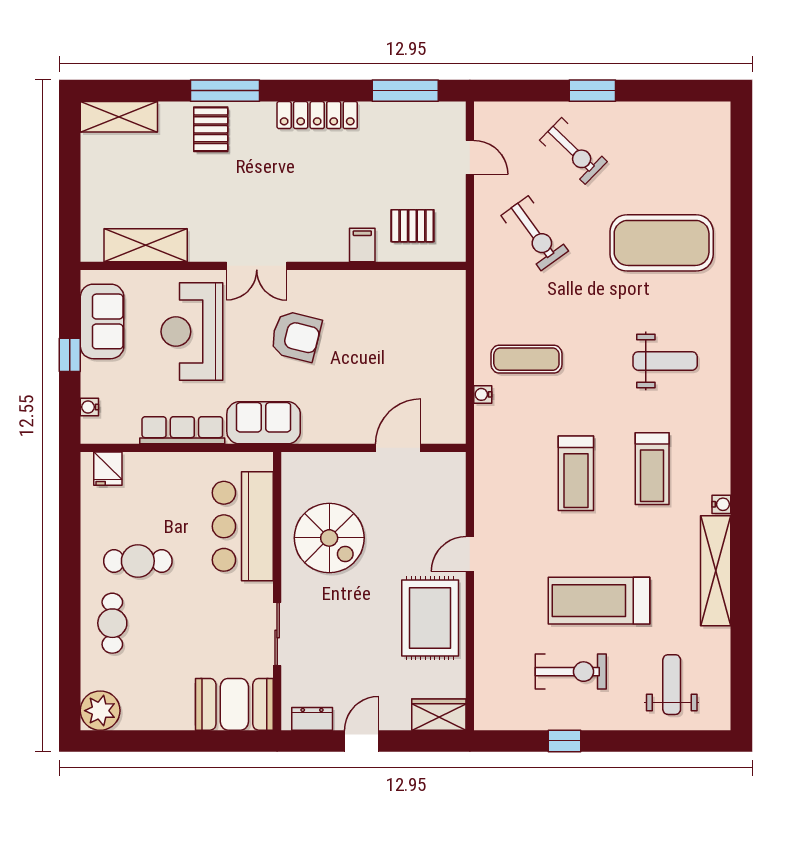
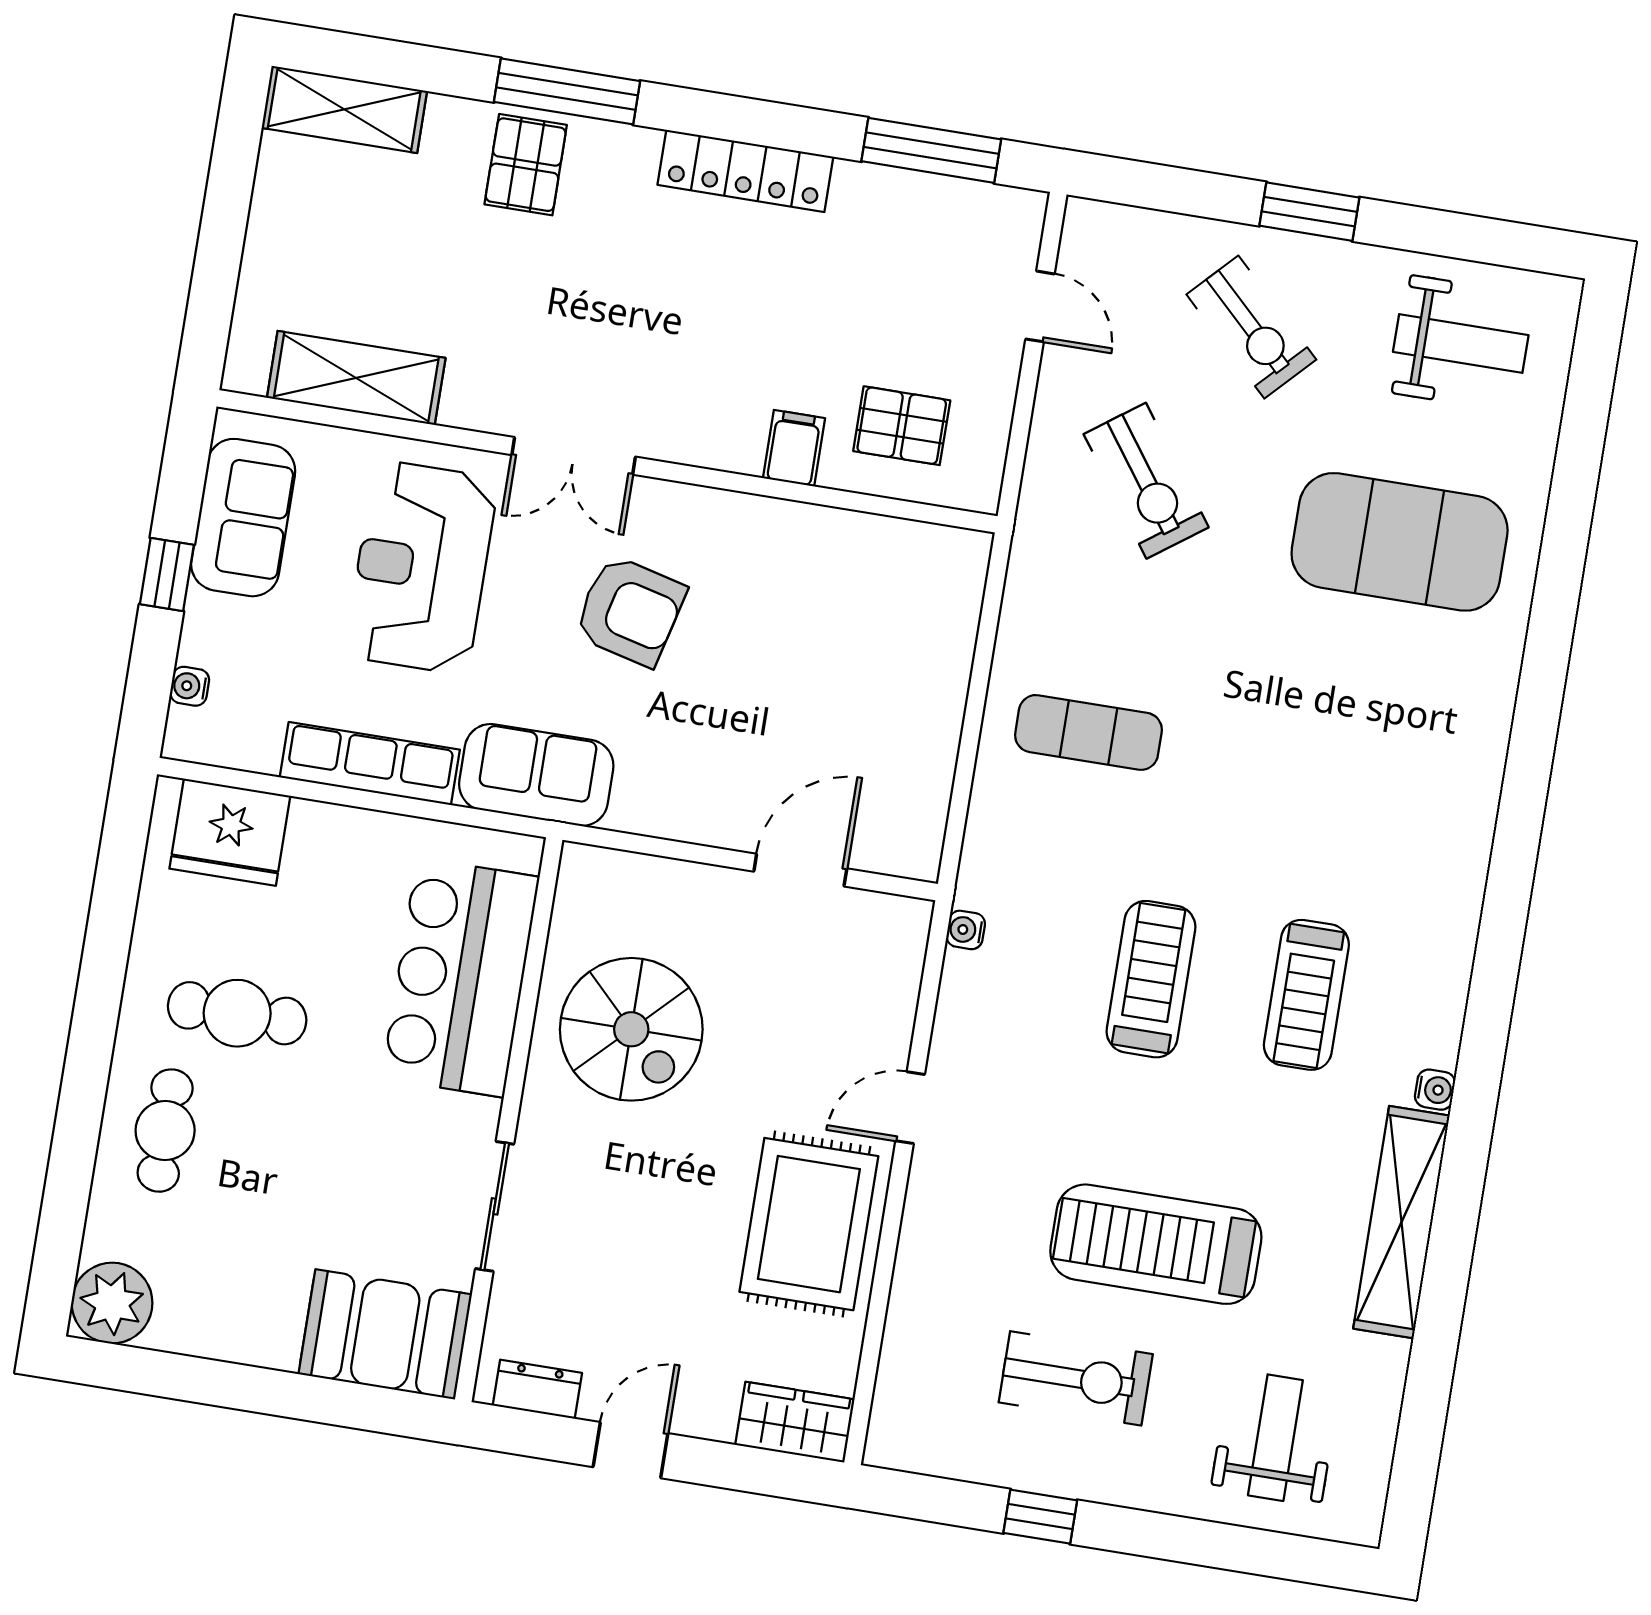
weight bench: (665, 361) -> (1461, 343), moved
water cooler: (483, 394) -> (966, 930), moved
fridge: (108, 469) -> (230, 832), width x1.88, depth x1.34
treadmill: (576, 473) -> (1151, 979), turned 180

